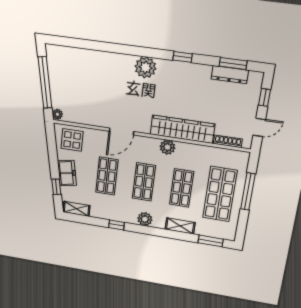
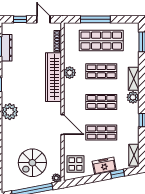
spiral stairs: (78, 87) -> (32, 163), added
plant: (167, 147) -> (70, 73), moved
shelving: (180, 226) -> (134, 79), moved

